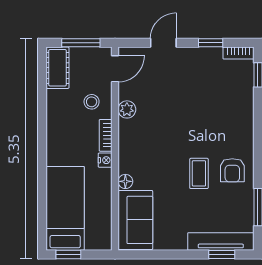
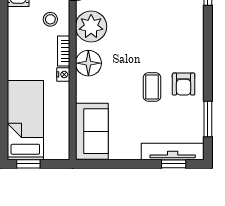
plant: (127, 109) -> (91, 26), width x1.88, depth x1.88
floor lamp: (125, 181) -> (88, 63), moved, width x1.89, depth x1.89

